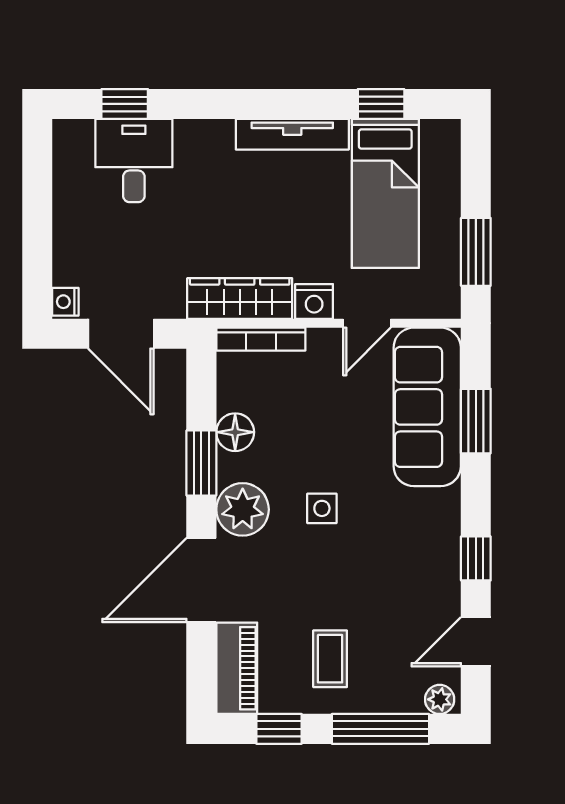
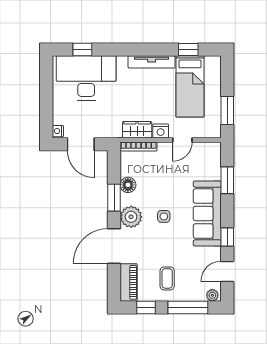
desk: (134, 161) -> (86, 78), width x1.87, depth x1.30
wardrobe: (240, 298) -> (137, 130), width x0.67
sofa: (427, 407) -> (207, 213), moved

